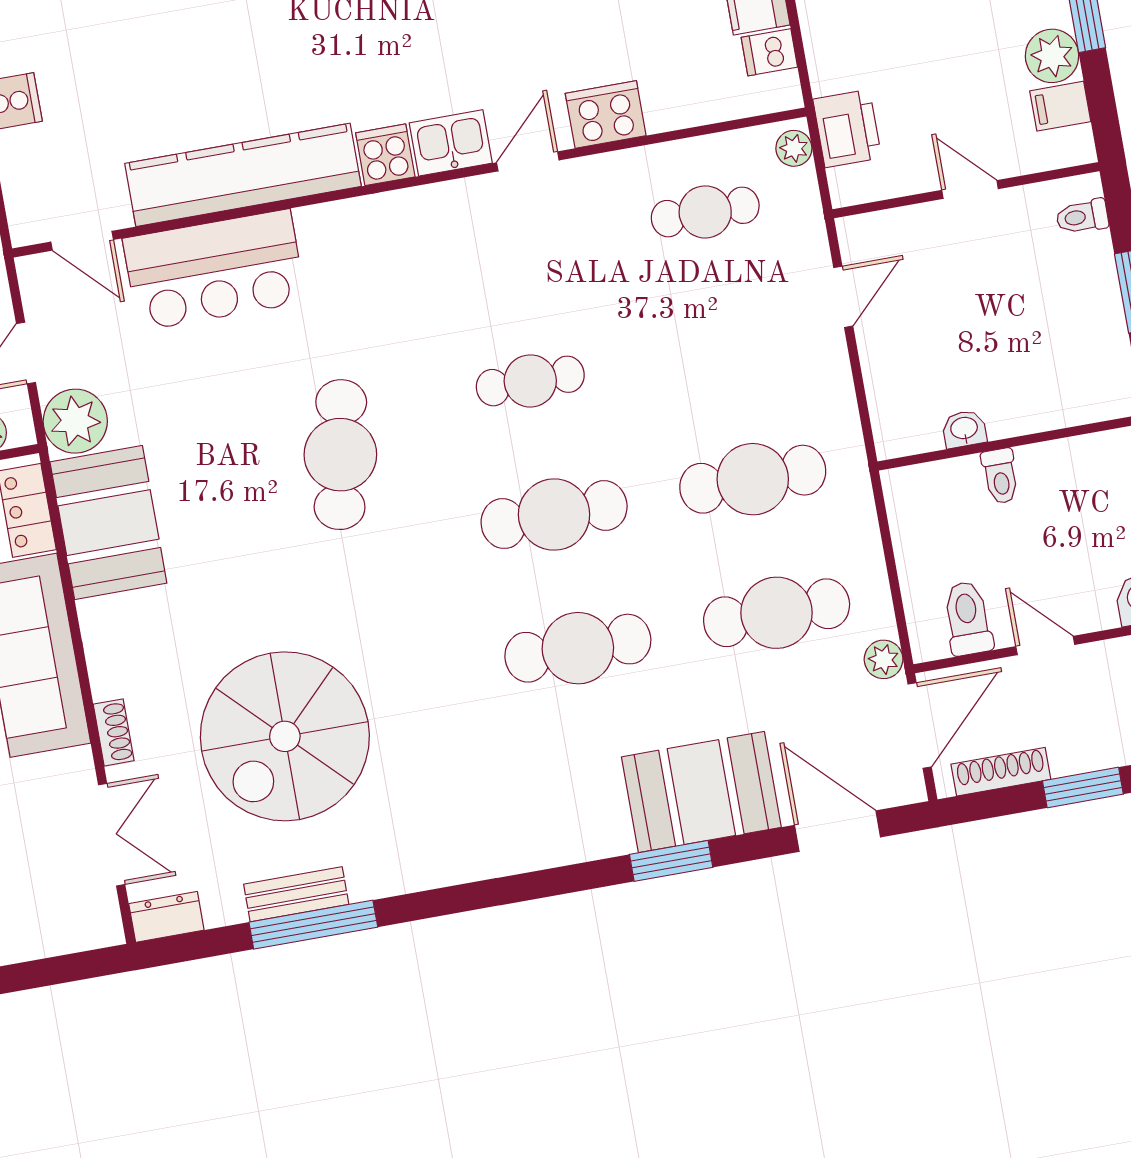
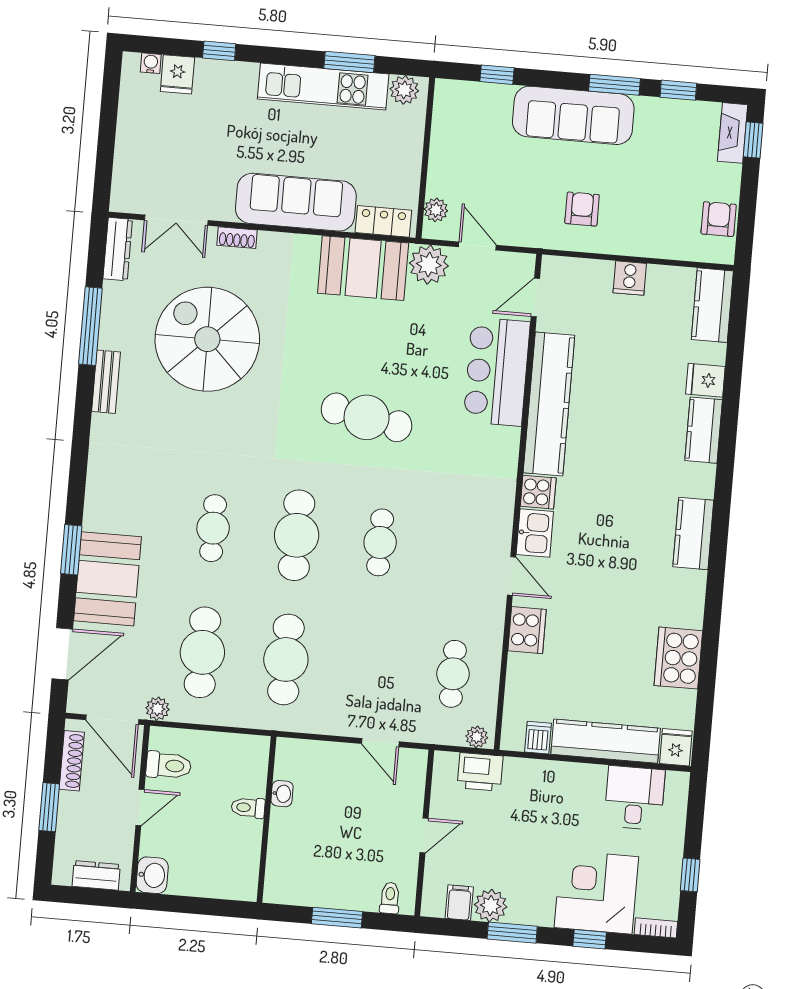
cafe table: (578, 648) -> (213, 528), width x0.73, depth x0.74
bench: (296, 894) -> (106, 382), moved
dresser: (166, 917) -> (118, 249), width x1.44

